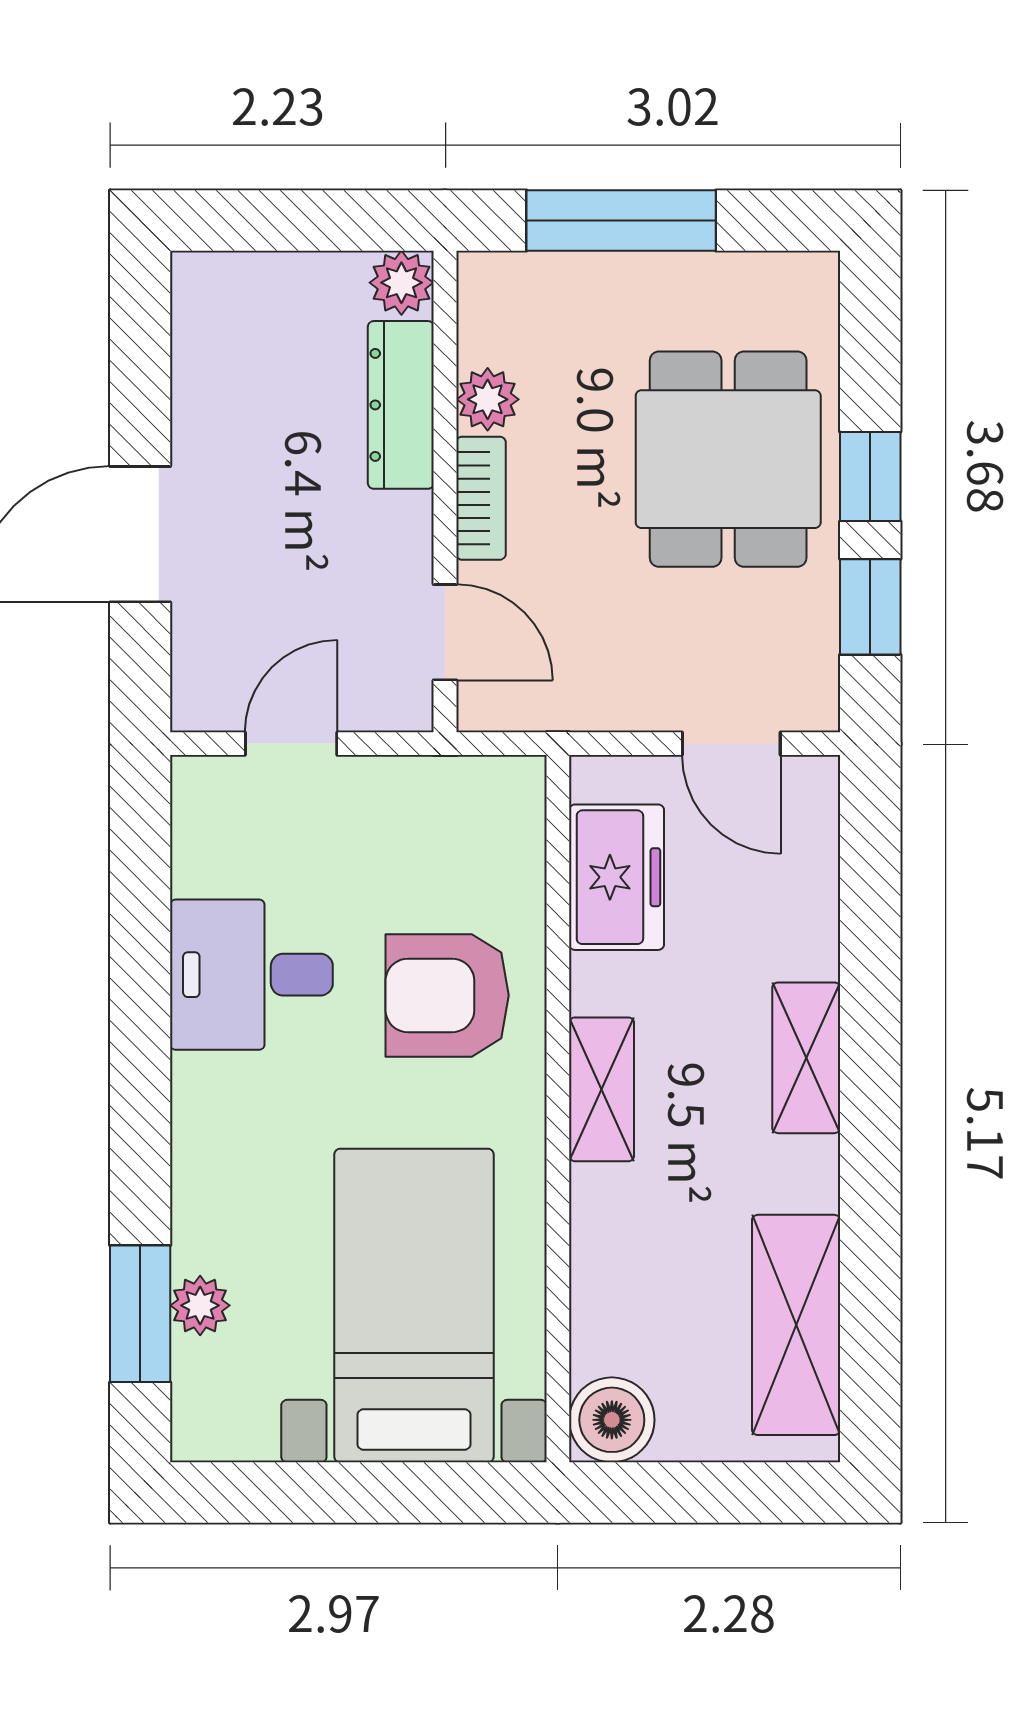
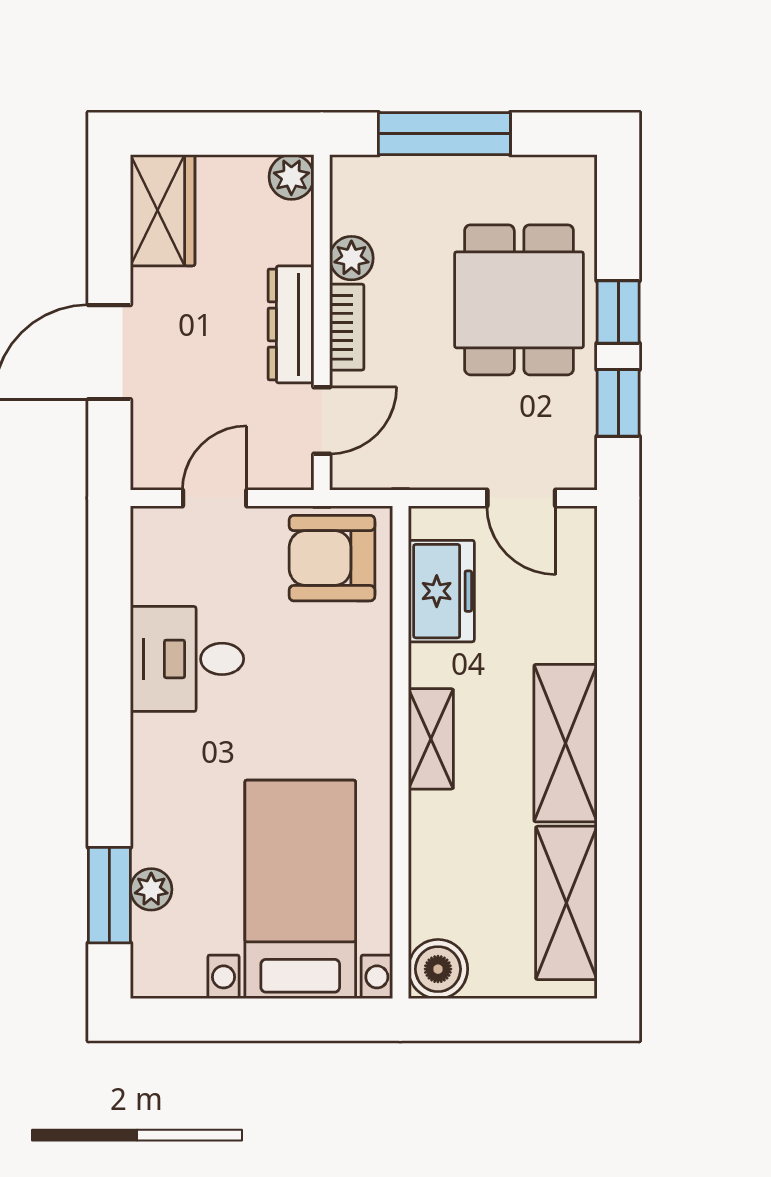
wardrobe: (217, 330) -> (163, 210), added
dresser: (401, 405) -> (291, 324), moved
door: (445, 632) -> (322, 420), hinge flipped
armchair: (447, 995) -> (332, 558), moved
shelving: (806, 1058) -> (566, 743), width x1.50, depth x1.33

